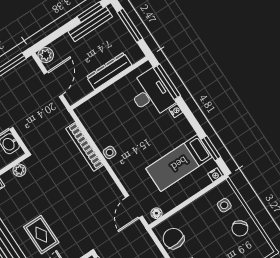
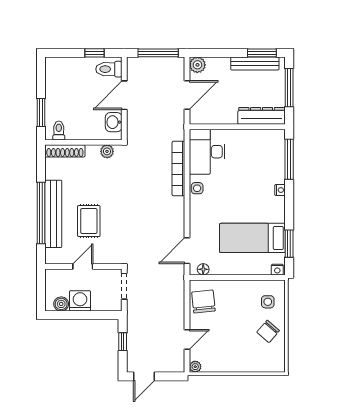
dresser: (109, 71) -> (262, 116), moved
desk: (151, 94) -> (207, 152), moved, turned 180

